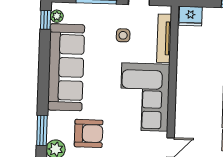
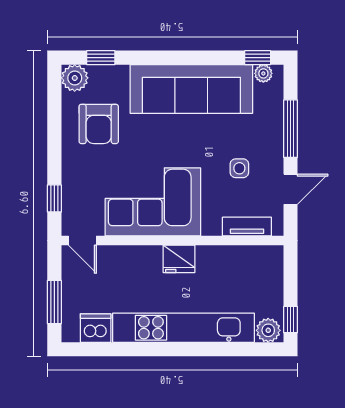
fridge: (191, 16) -> (179, 259), moved, turned -90
tv unit: (164, 38) -> (247, 227), width x0.71
window: (42, 130) -> (101, 58), width x0.67

